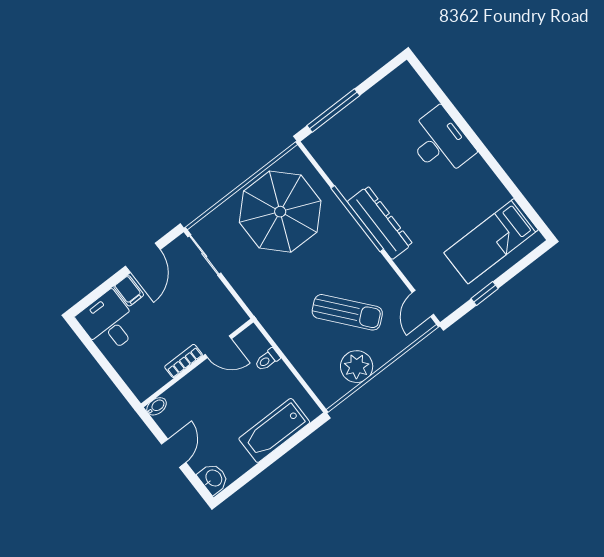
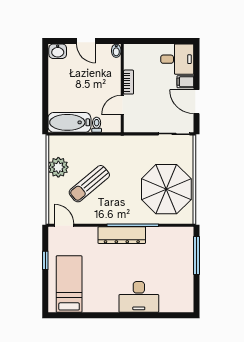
bathtub: (274, 430) -> (69, 122), moved, turned -90

